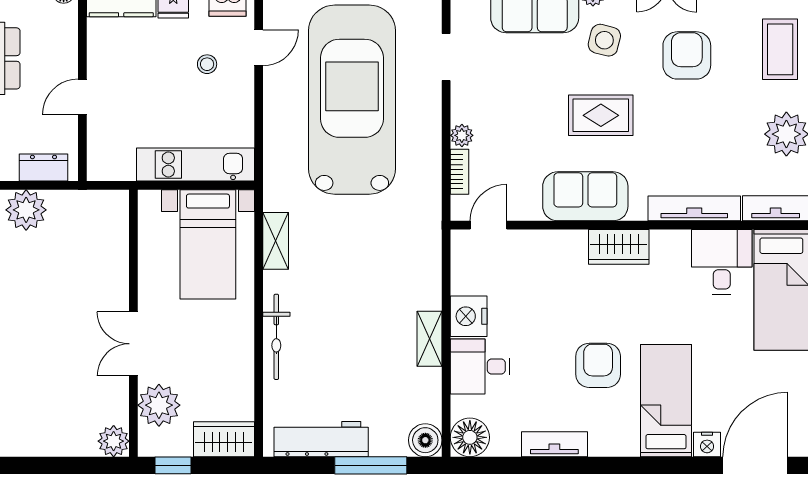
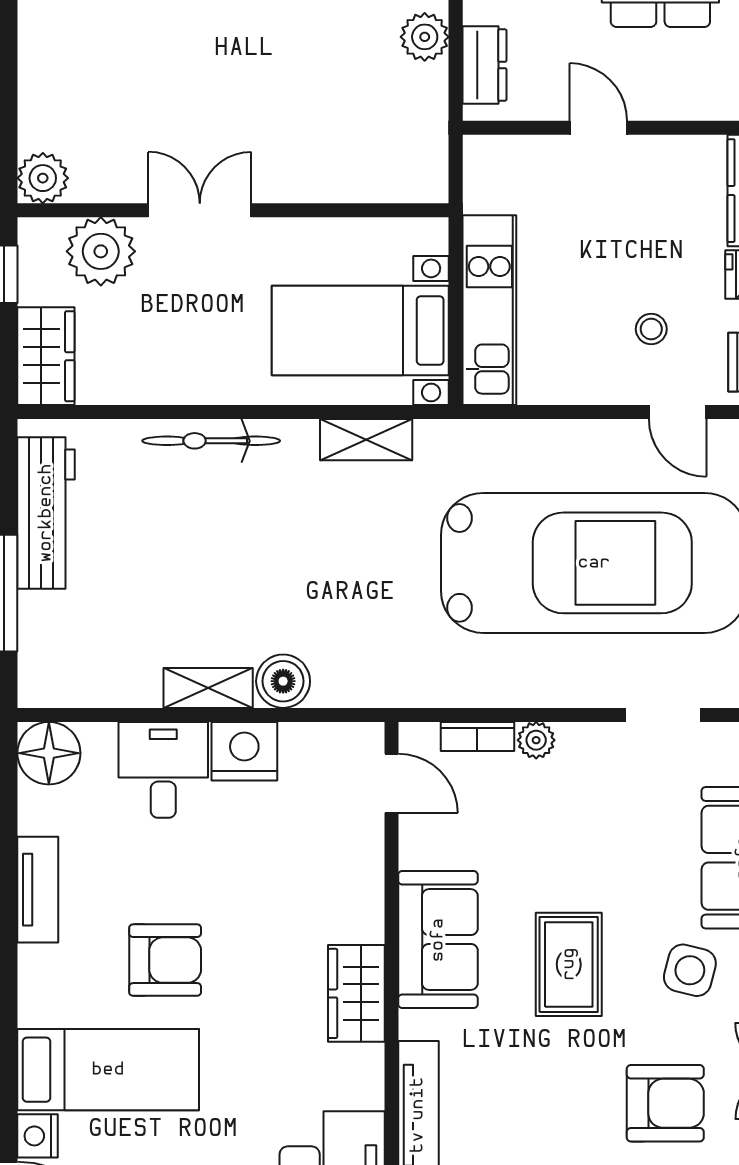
plant: (26, 210) -> (425, 37), width x0.73, depth x0.73
boiler: (425, 440) -> (283, 681), moved

